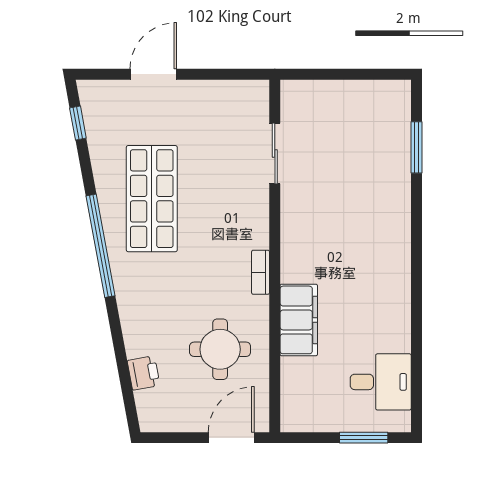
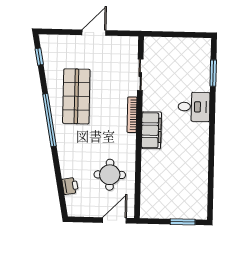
door: (153, 74) -> (94, 33), moved
bookcase: (261, 272) -> (132, 115), moved, width x1.56
filing cabinet: (299, 320) -> (151, 130), moved
desk: (381, 382) -> (194, 107), moved

